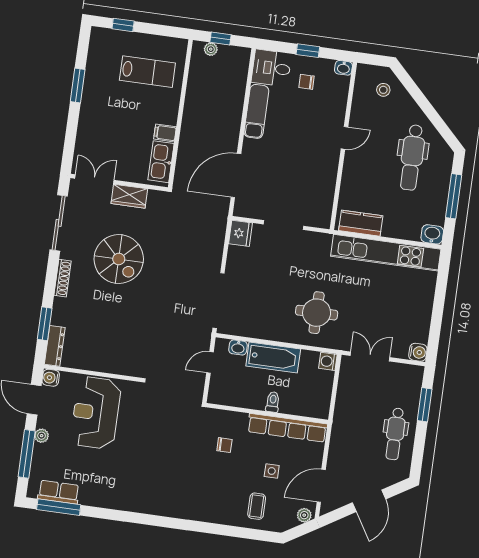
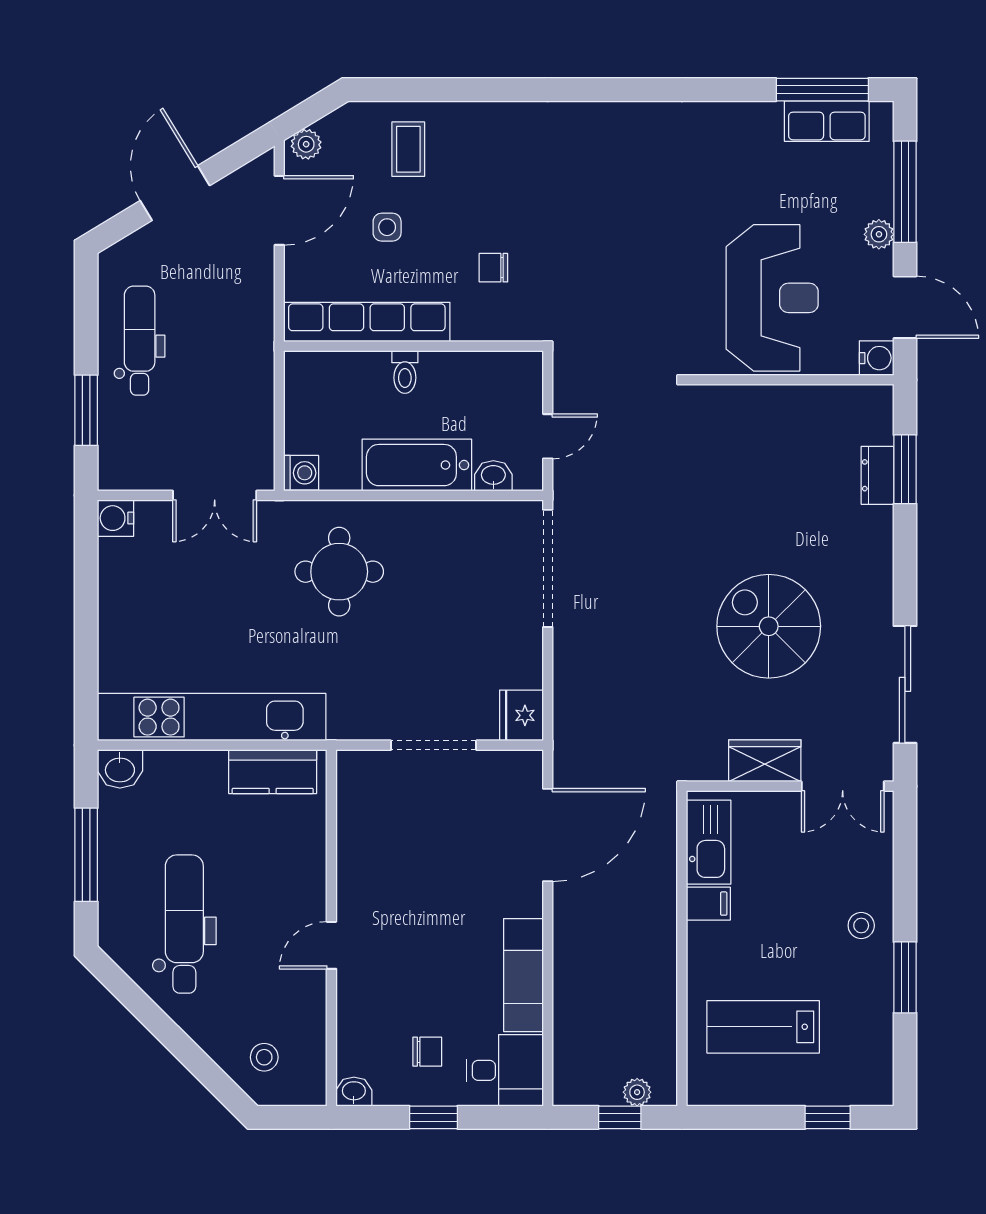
stool: (95, 113) -> (861, 925), added
shoe rack: (63, 278) -> (881, 570), removed
dresser: (55, 346) -> (877, 475), moved, width x0.70

